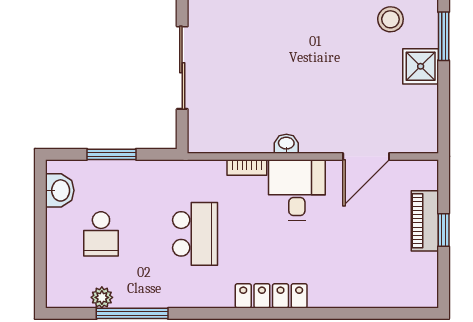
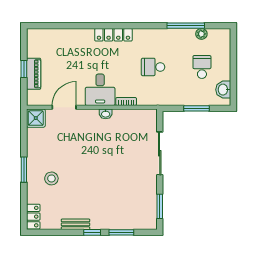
shower: (421, 66) -> (36, 118), moved
school desk: (195, 234) -> (153, 67), width x0.54

